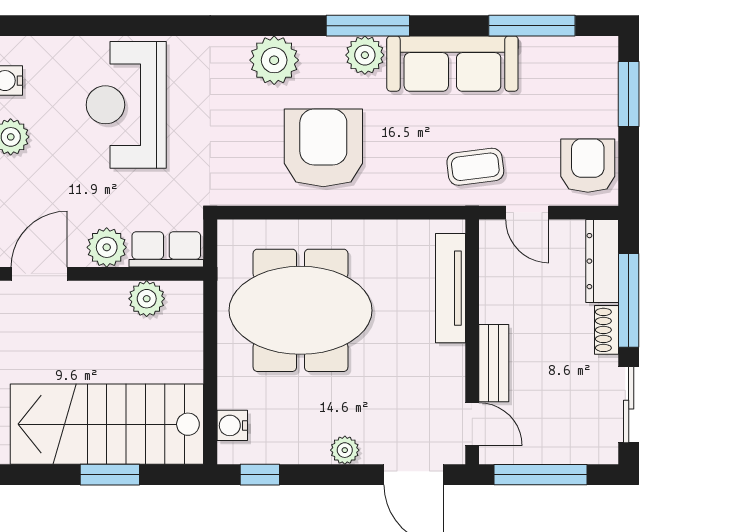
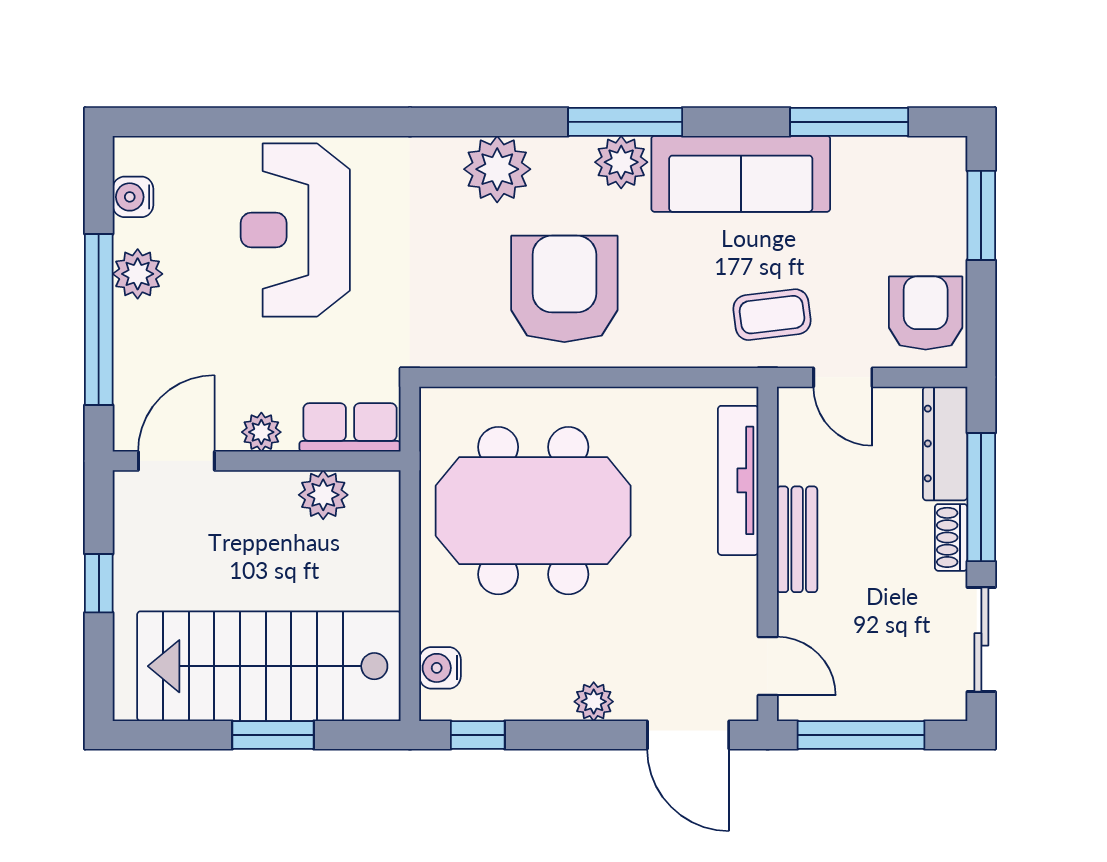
plant: (107, 247) -> (261, 432), width x0.73, depth x0.73
bench: (494, 363) -> (797, 539), moved

